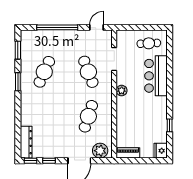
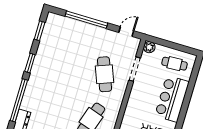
cafe table: (44, 72) -> (60, 61), removed
plant: (122, 91) -> (149, 47), moved
window: (18, 119) -> (19, 100), added

